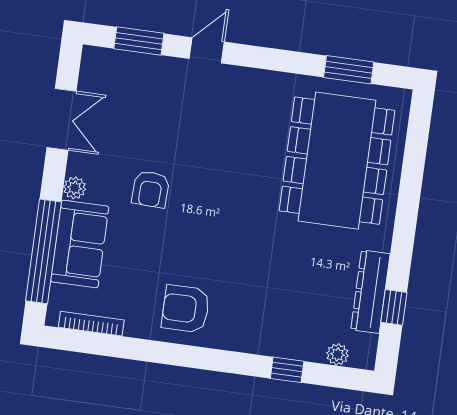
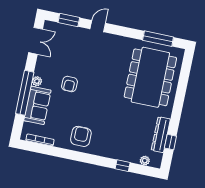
window: (349, 70) -> (158, 39), width x1.44
double door: (62, 119) -> (36, 41), moved
window: (43, 251) -> (25, 93), moved
armchair: (186, 309) -> (81, 136), turned 90

